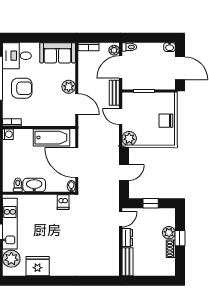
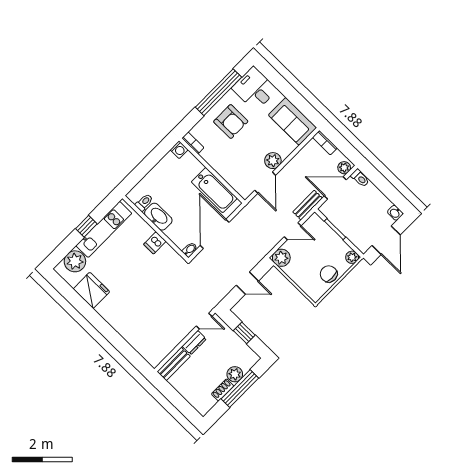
plant: (170, 98) -> (352, 257), added
door: (121, 116) -> (293, 231), swing flipped
dishwasher: (63, 202) -> (155, 243), moved
window: (180, 238) -> (240, 389), width x2.17

